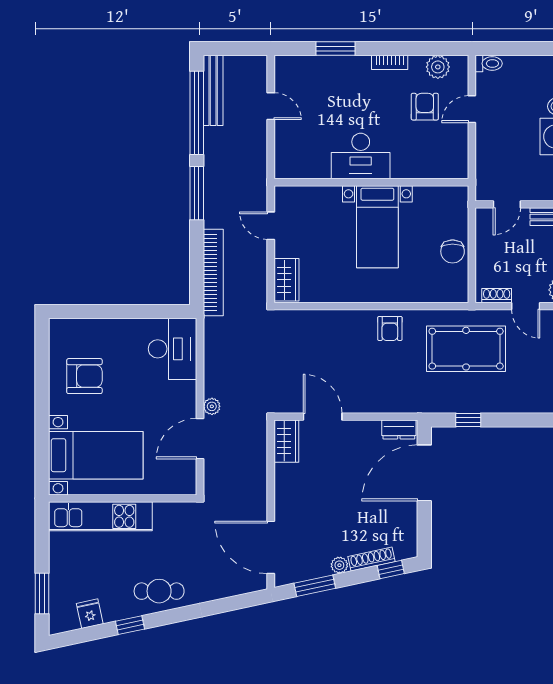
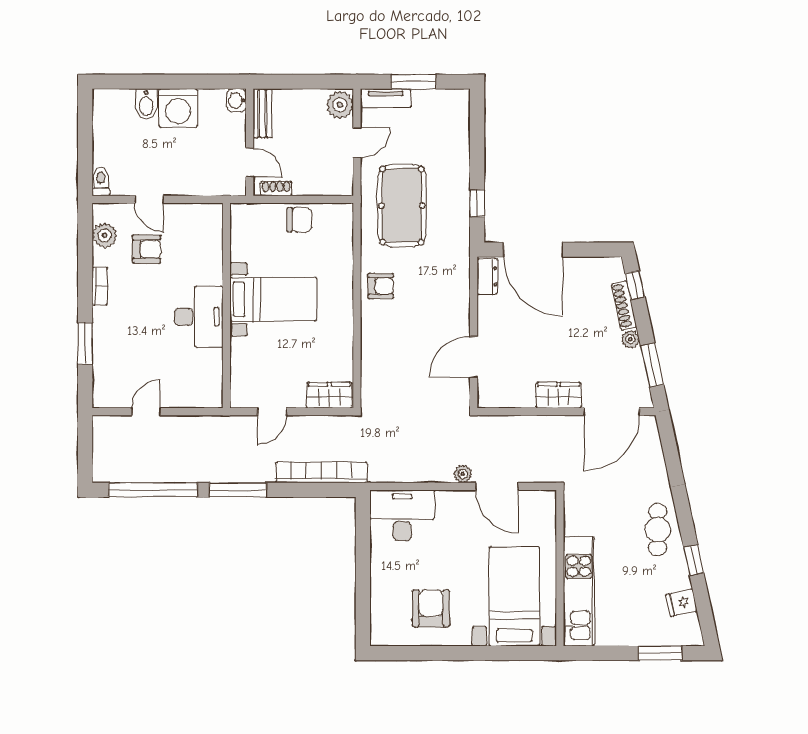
bench: (213, 90) -> (129, 472), removed
armchair: (425, 107) -> (146, 249), turned 180
shoe rack: (497, 296) -> (276, 188), moved, turned 90
wardrobe: (286, 441) -> (559, 395), moved

